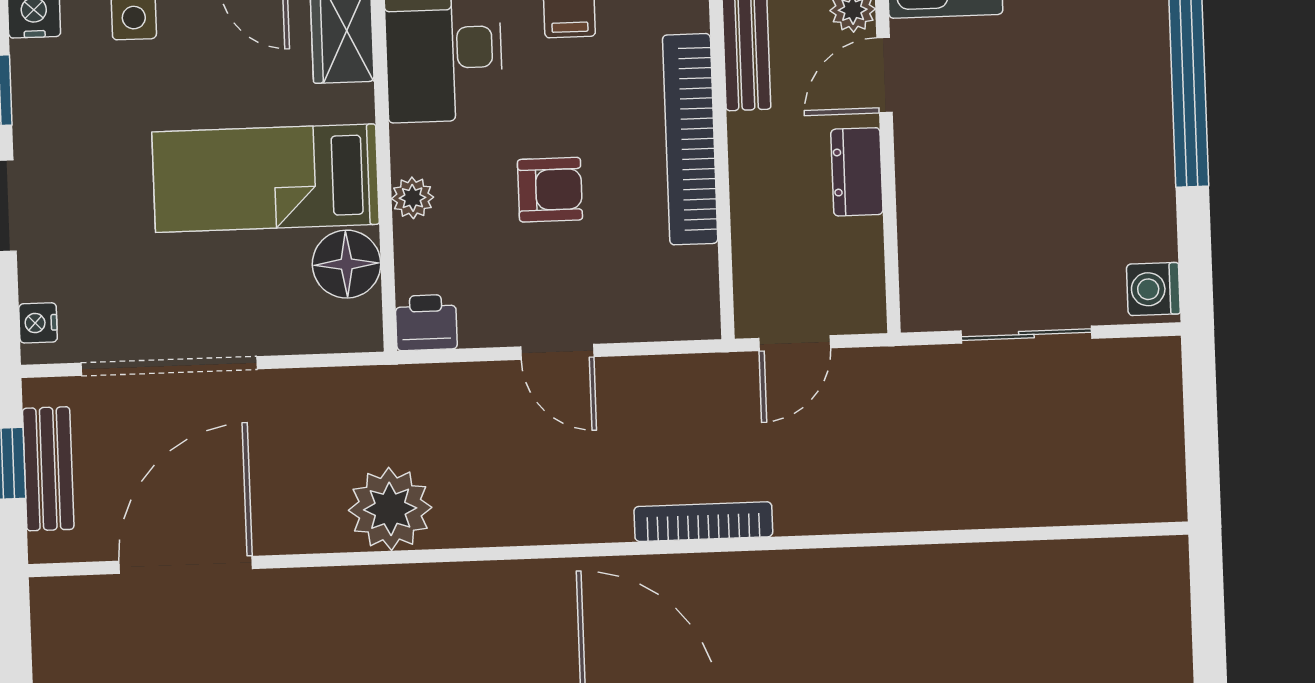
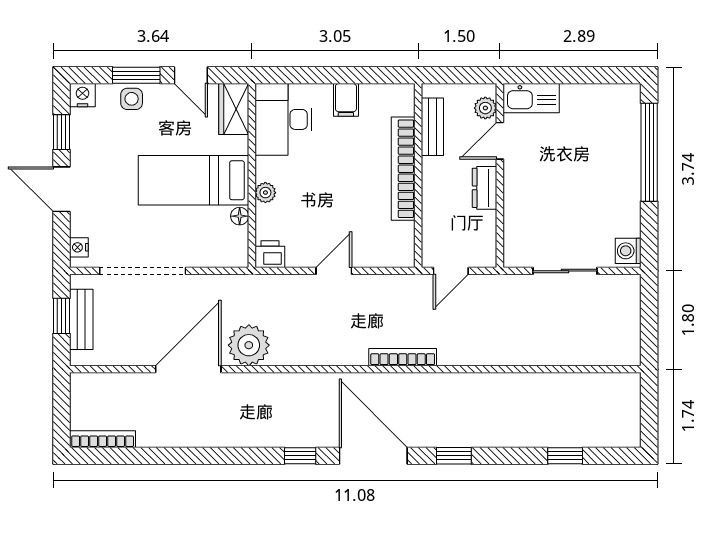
armchair: (550, 190) -> (333, 191), removed
floor lamp: (347, 264) -> (240, 216), width x0.53, depth x0.53
door: (557, 352) -> (334, 271), swing flipped
door: (186, 565) -> (188, 369), moved

